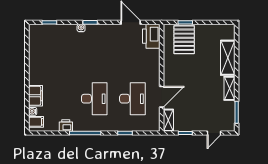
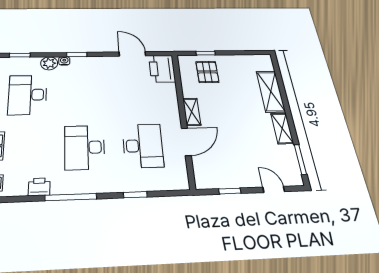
plant: (70, 30) -> (49, 63), added
pallet: (184, 40) -> (207, 72), width x0.67, depth x0.71
desk: (56, 57) -> (28, 95), added
desk: (94, 99) -> (85, 147), turned 180
shelving: (168, 120) -> (192, 112), moved
door: (214, 133) -> (274, 189), swing flipped

